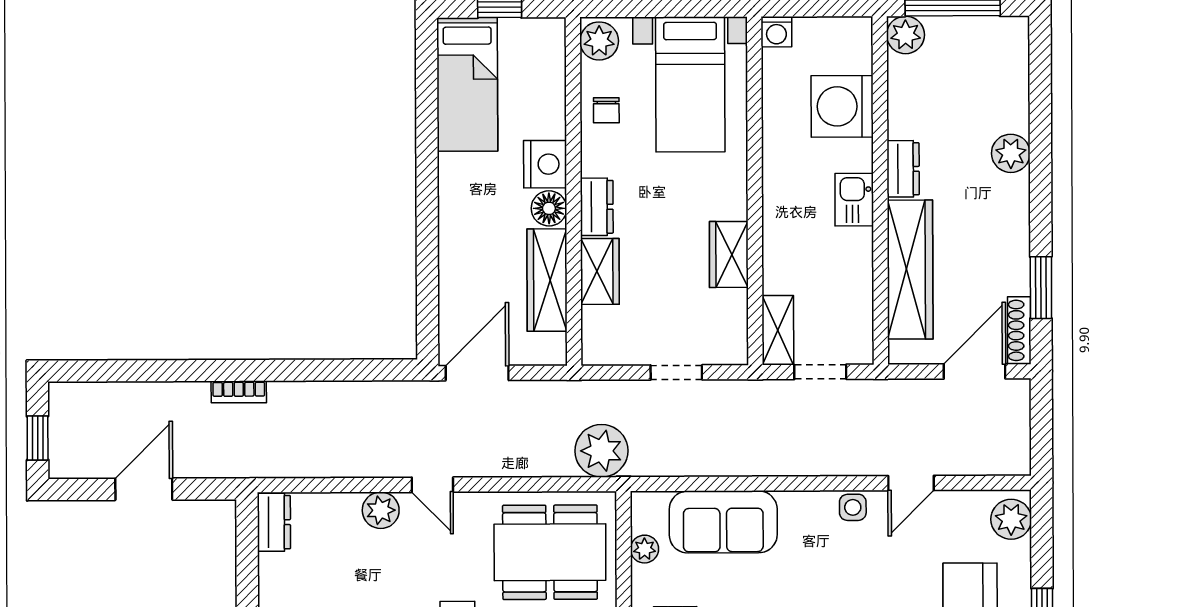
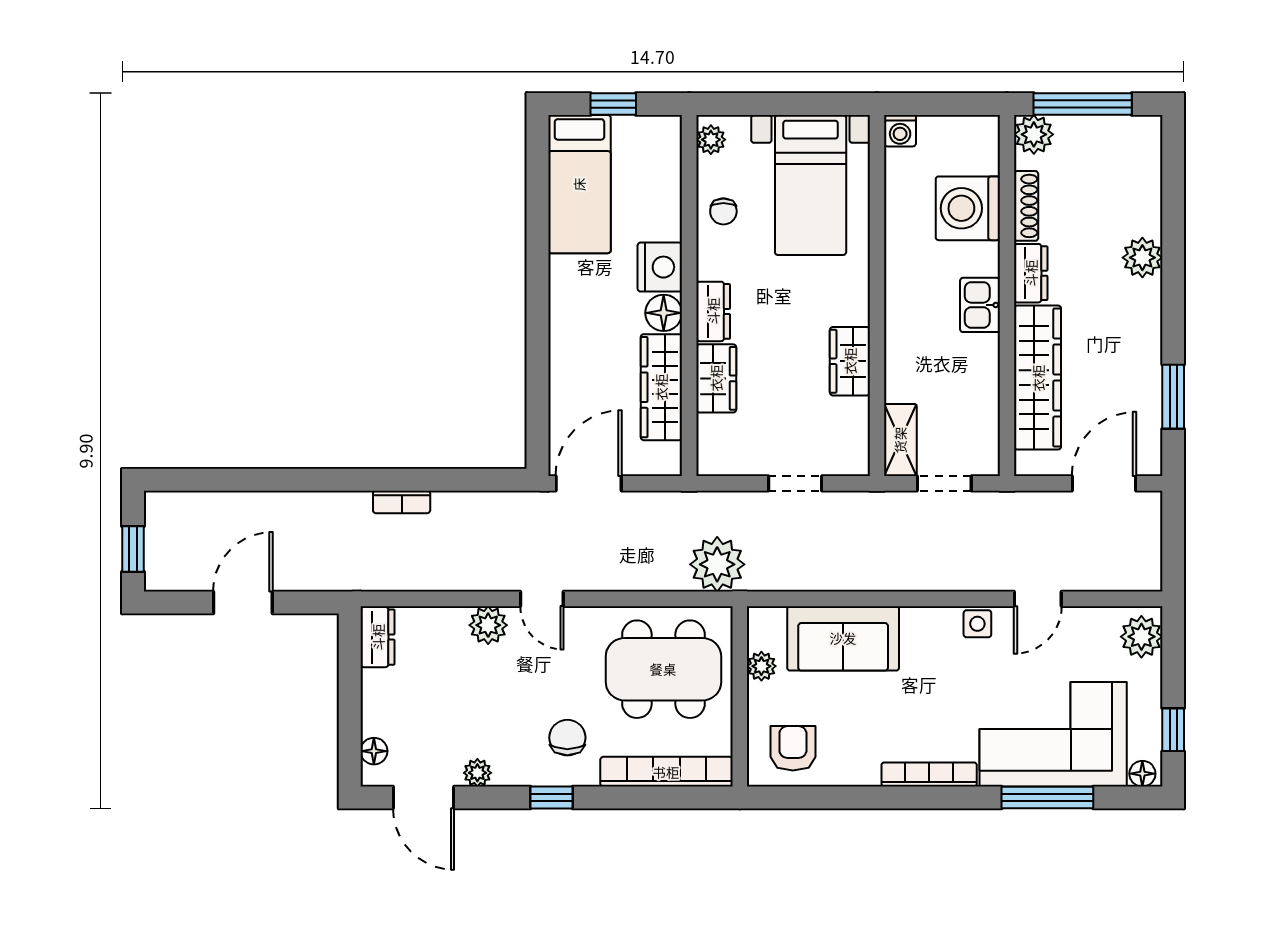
plant: (599, 41) -> (711, 140), width x0.73, depth x0.73
shoe rack: (1019, 330) -> (1026, 206), moved, turned 180
bookcase: (239, 392) -> (402, 502), moved

